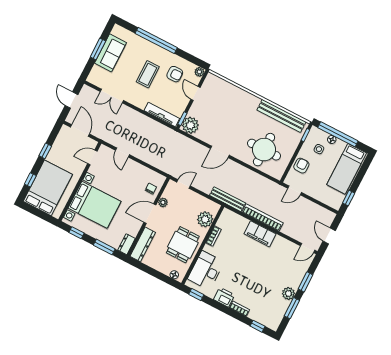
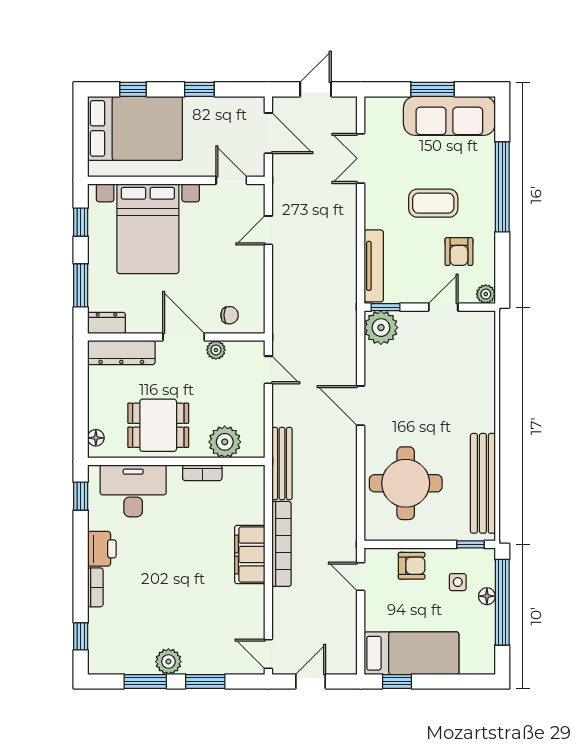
sofa: (111, 53) -> (449, 116), width x1.36
door: (80, 131) -> (268, 133), hinge flipped
bed: (347, 169) -> (411, 653), moved, turned 180

